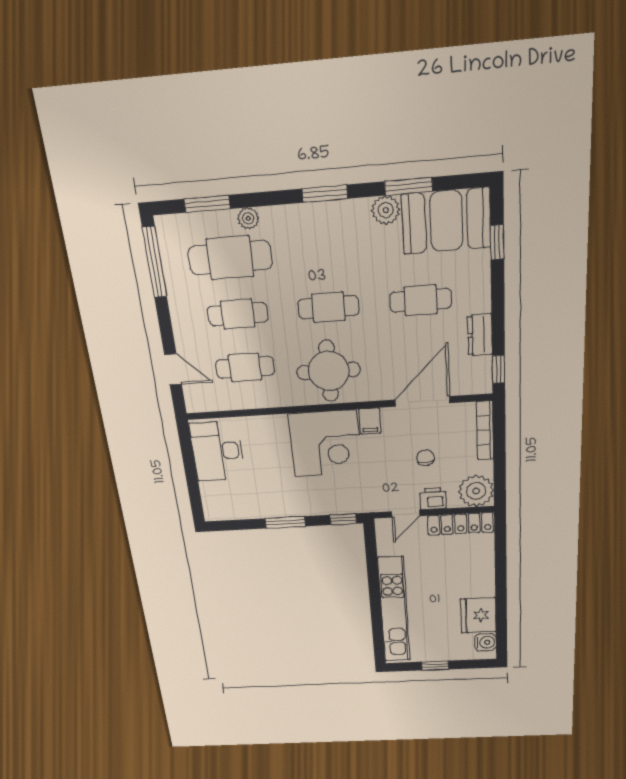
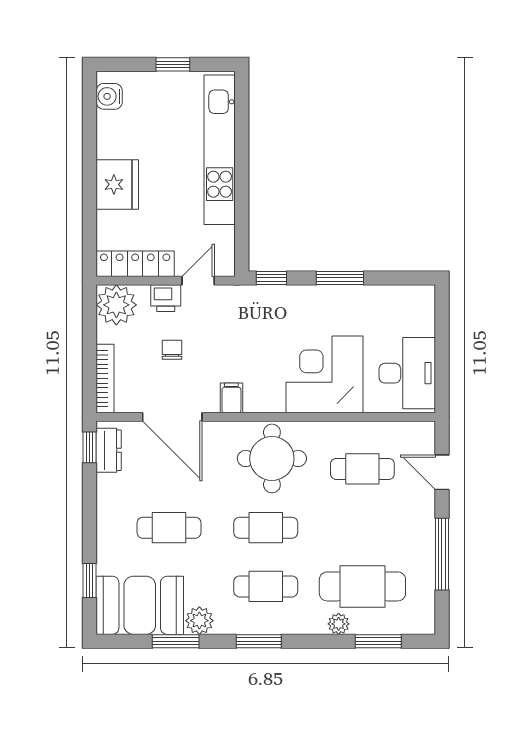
window: (155, 262) -> (442, 554), moved
cafe table: (238, 314) -> (266, 586), moved
dresser: (480, 335) -> (109, 450), moved
door: (422, 401) -> (172, 417), hinge flipped
corner desk: (325, 443) -> (324, 374), moved
chair: (425, 458) -> (172, 350), turned 180
fridge: (478, 615) -> (117, 184), moved

